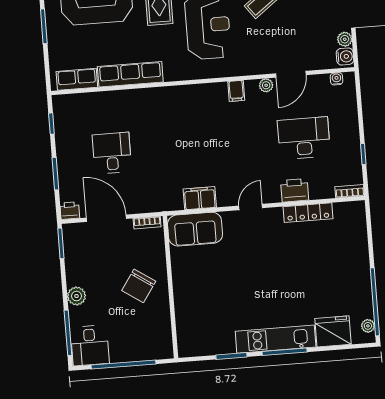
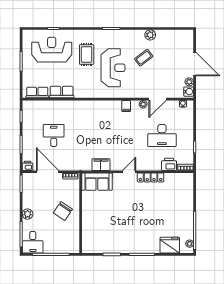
row of seats: (130, 74) -> (62, 92), width x0.68
desk: (304, 138) -> (162, 135), turned 180
printer: (295, 190) -> (169, 164), moved
locker: (308, 213) -> (151, 177), moved
kitchen unit: (276, 339) -> (137, 247), removed

